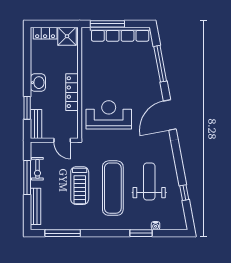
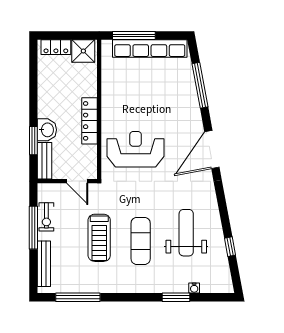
washbasin: (38, 83) -> (47, 130), moved
exercise mat: (113, 188) -> (141, 241), width x0.73, depth x0.69

